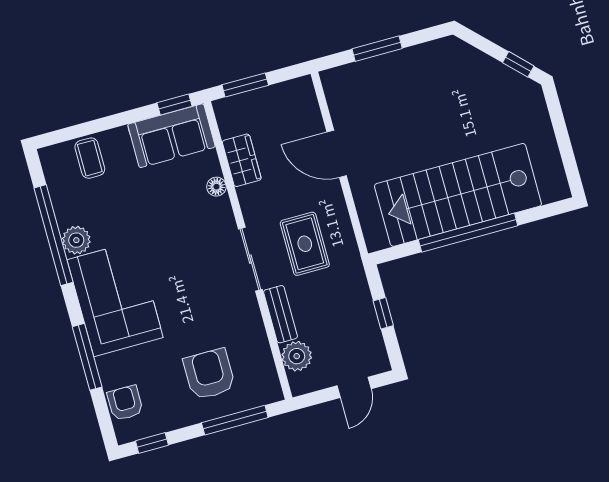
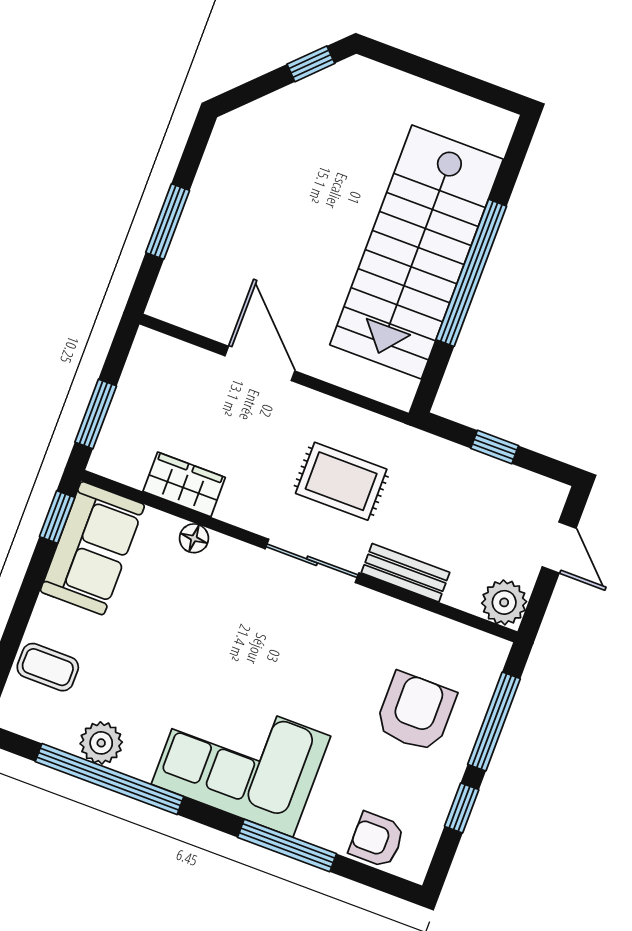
door: (337, 154) -> (260, 363), swing flipped
plant: (76, 240) -> (101, 743), moved
plant: (297, 356) -> (504, 602), moved
armchair: (209, 374) -> (416, 712), turned 90
window: (152, 443) -> (462, 808), moved

